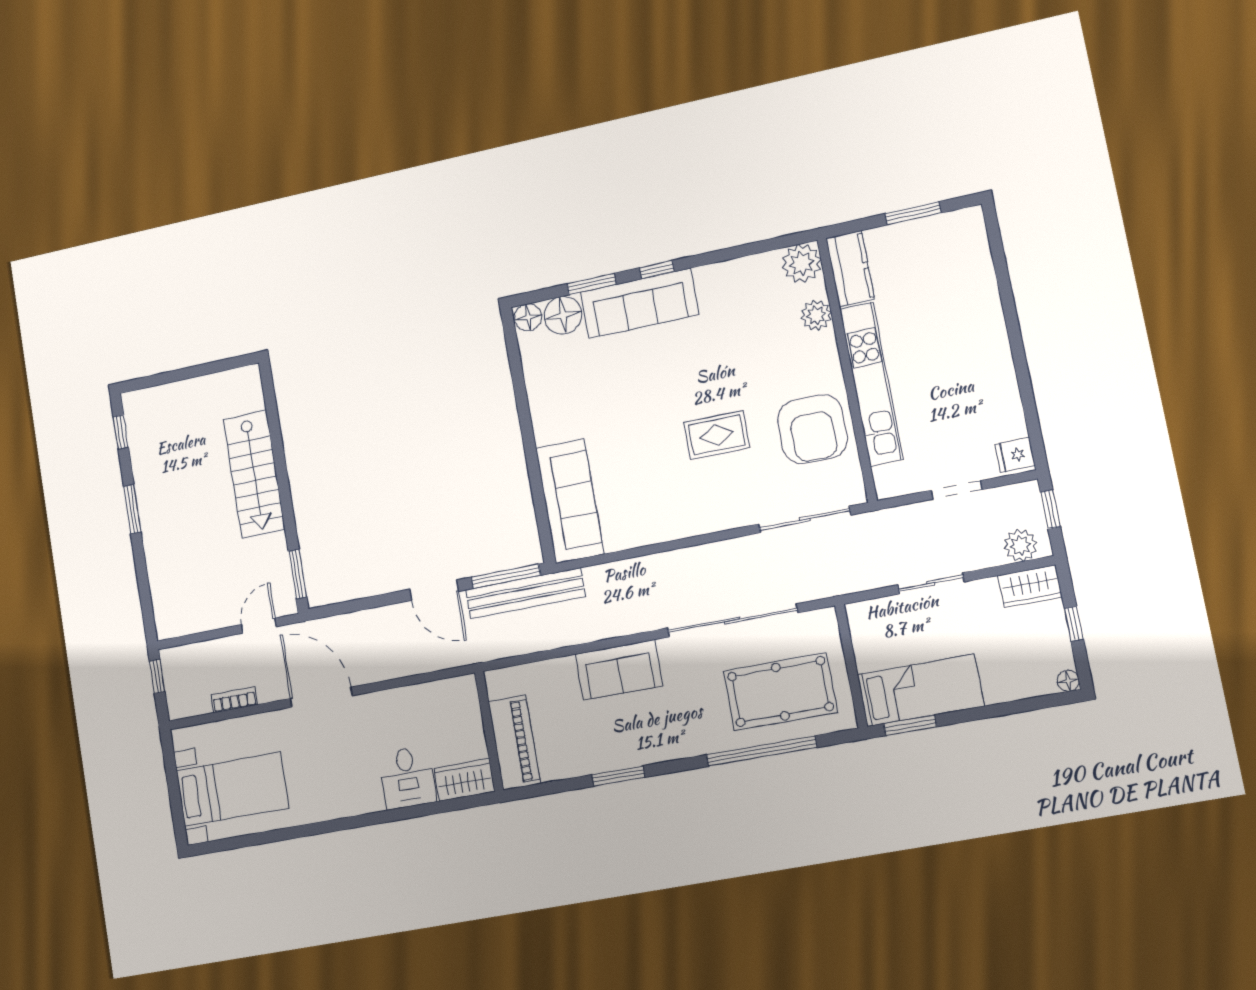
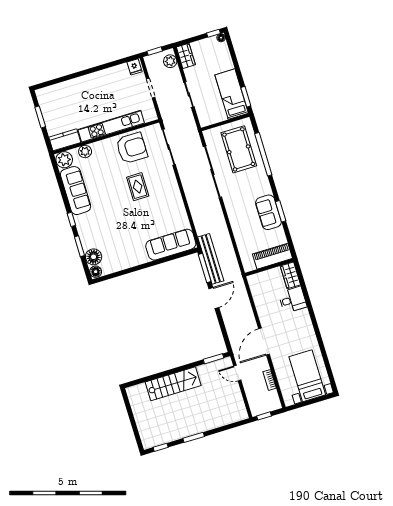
sofa: (639, 303) -> (76, 191), moved
window: (1074, 624) -> (213, 33), moved
sofa: (619, 670) -> (268, 212), moved, turned 180

